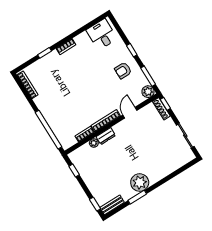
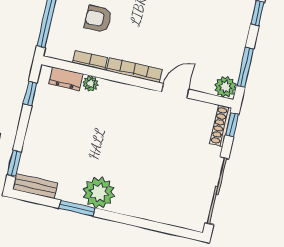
armchair: (123, 70) -> (98, 19), moved
dresser: (106, 136) -> (66, 79), moved
sliding door: (185, 136) -> (217, 191), width x1.37

